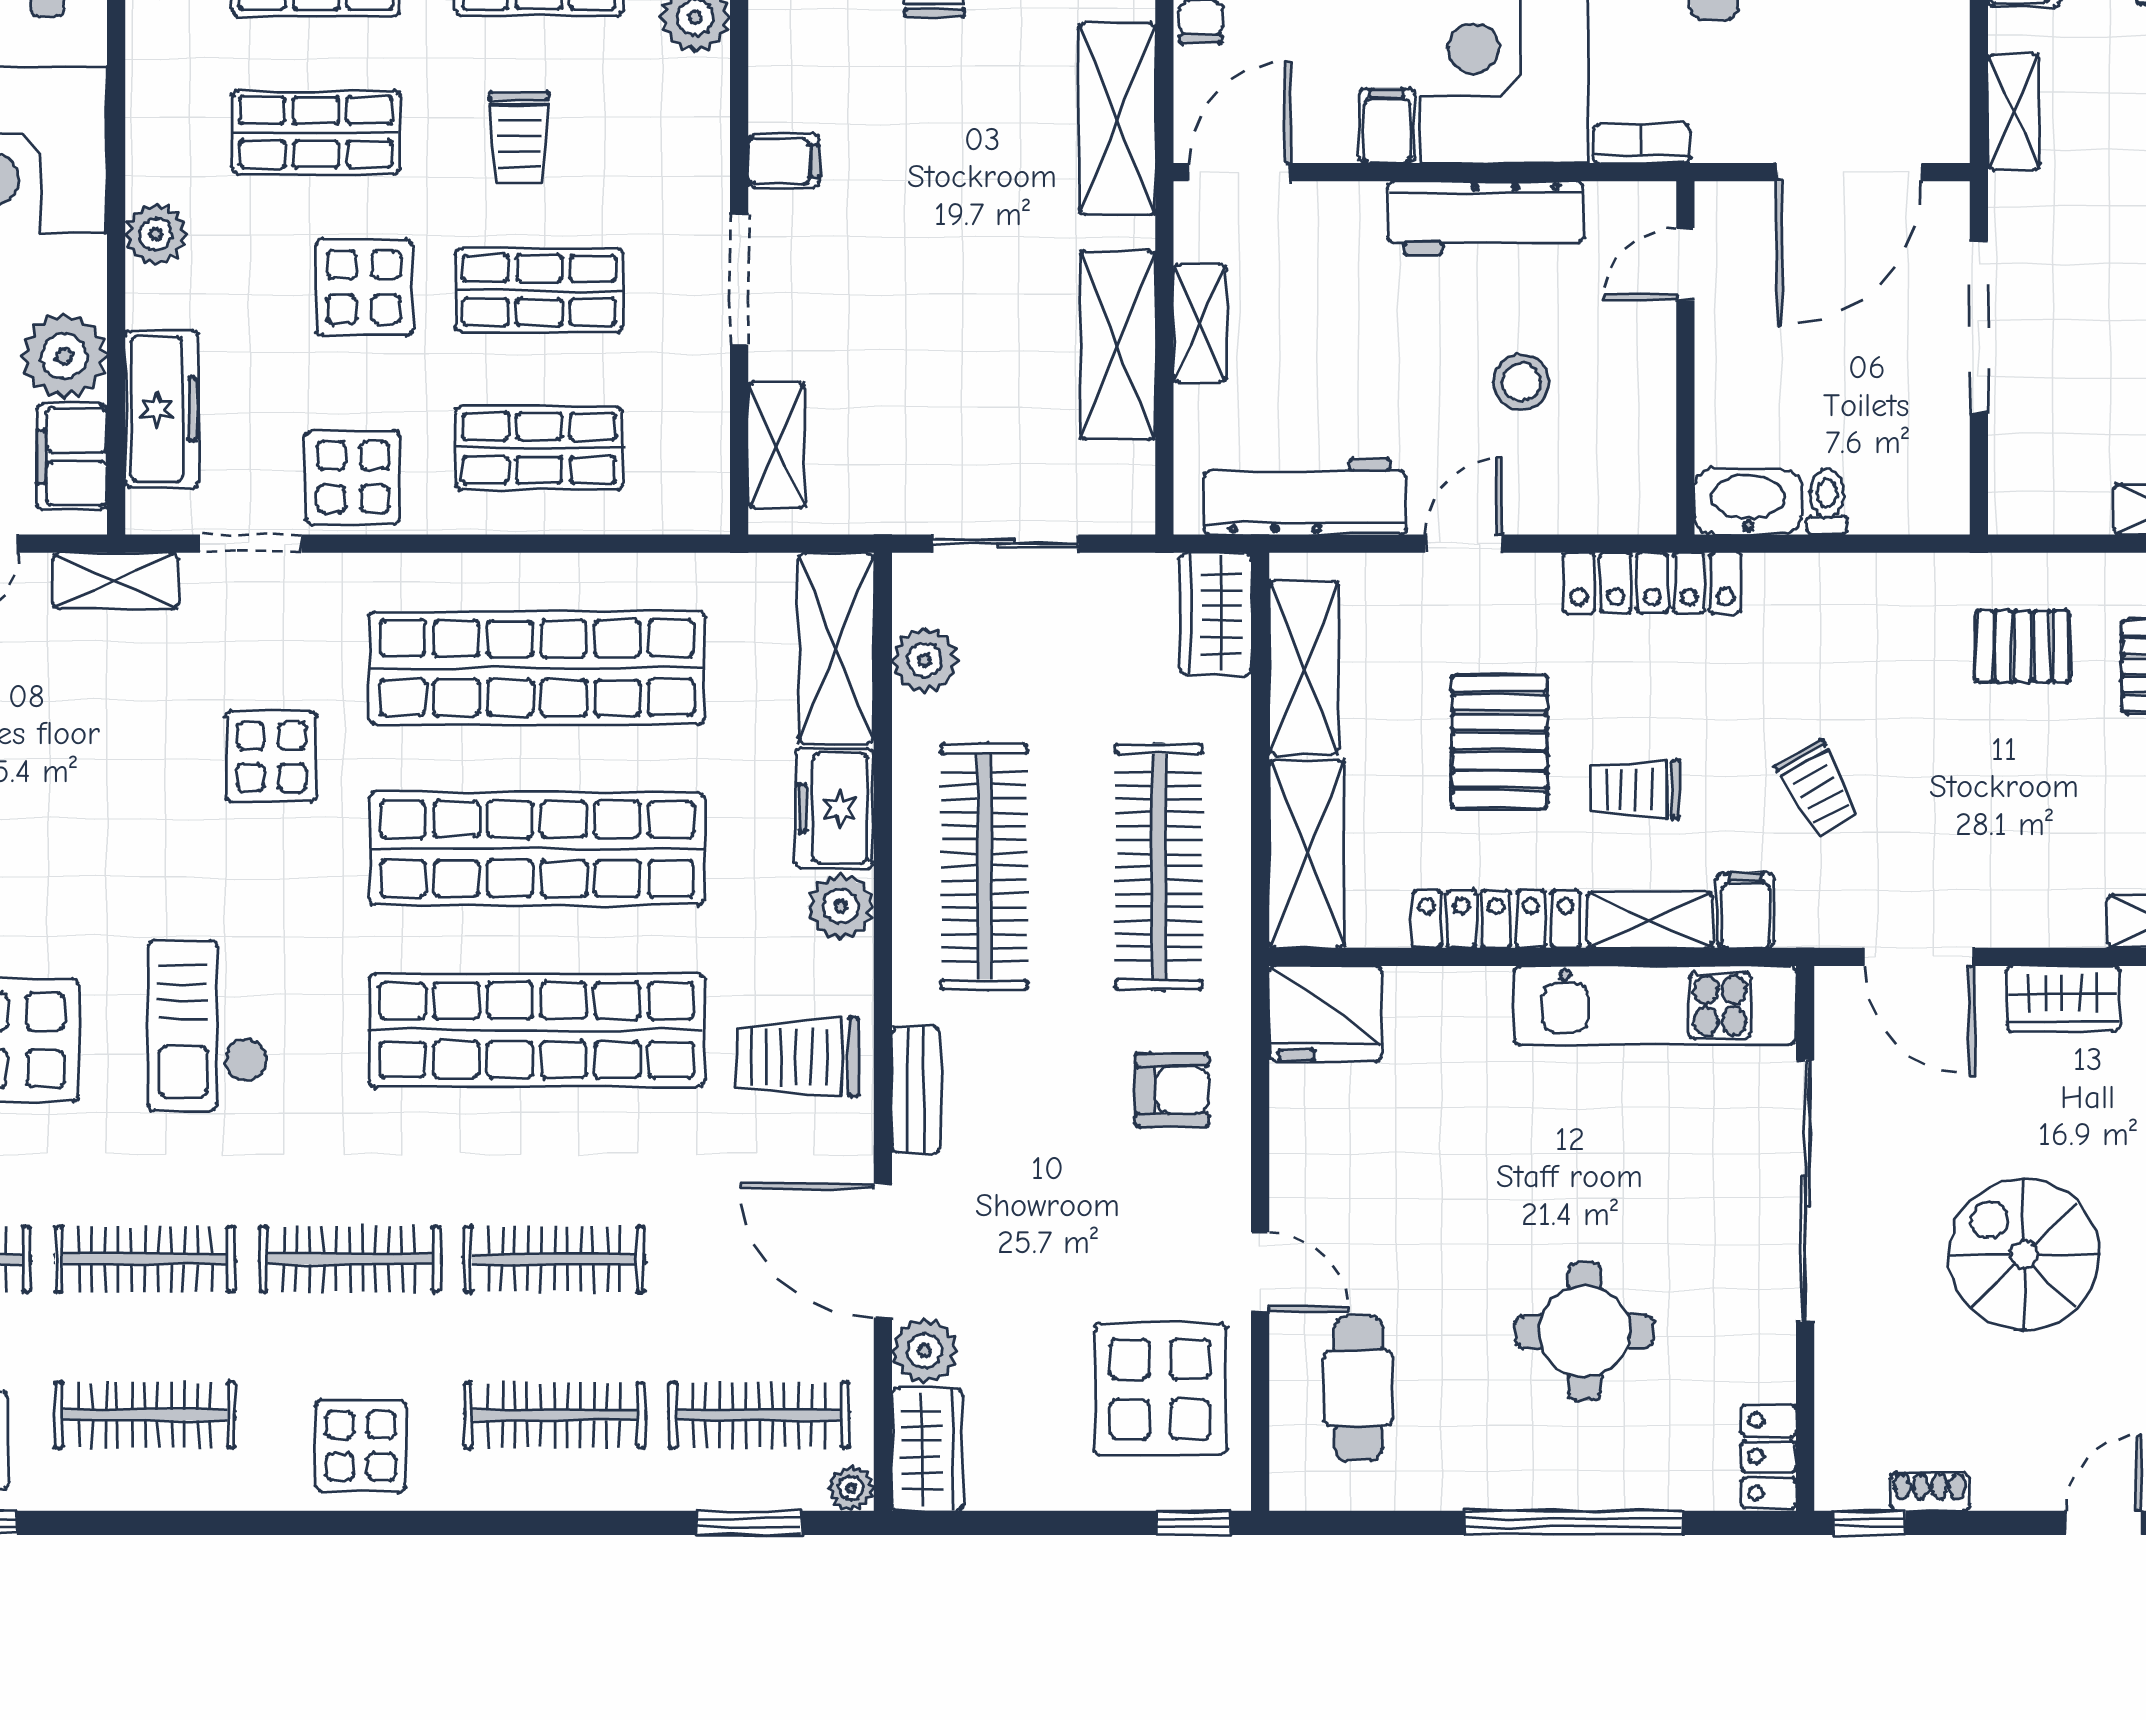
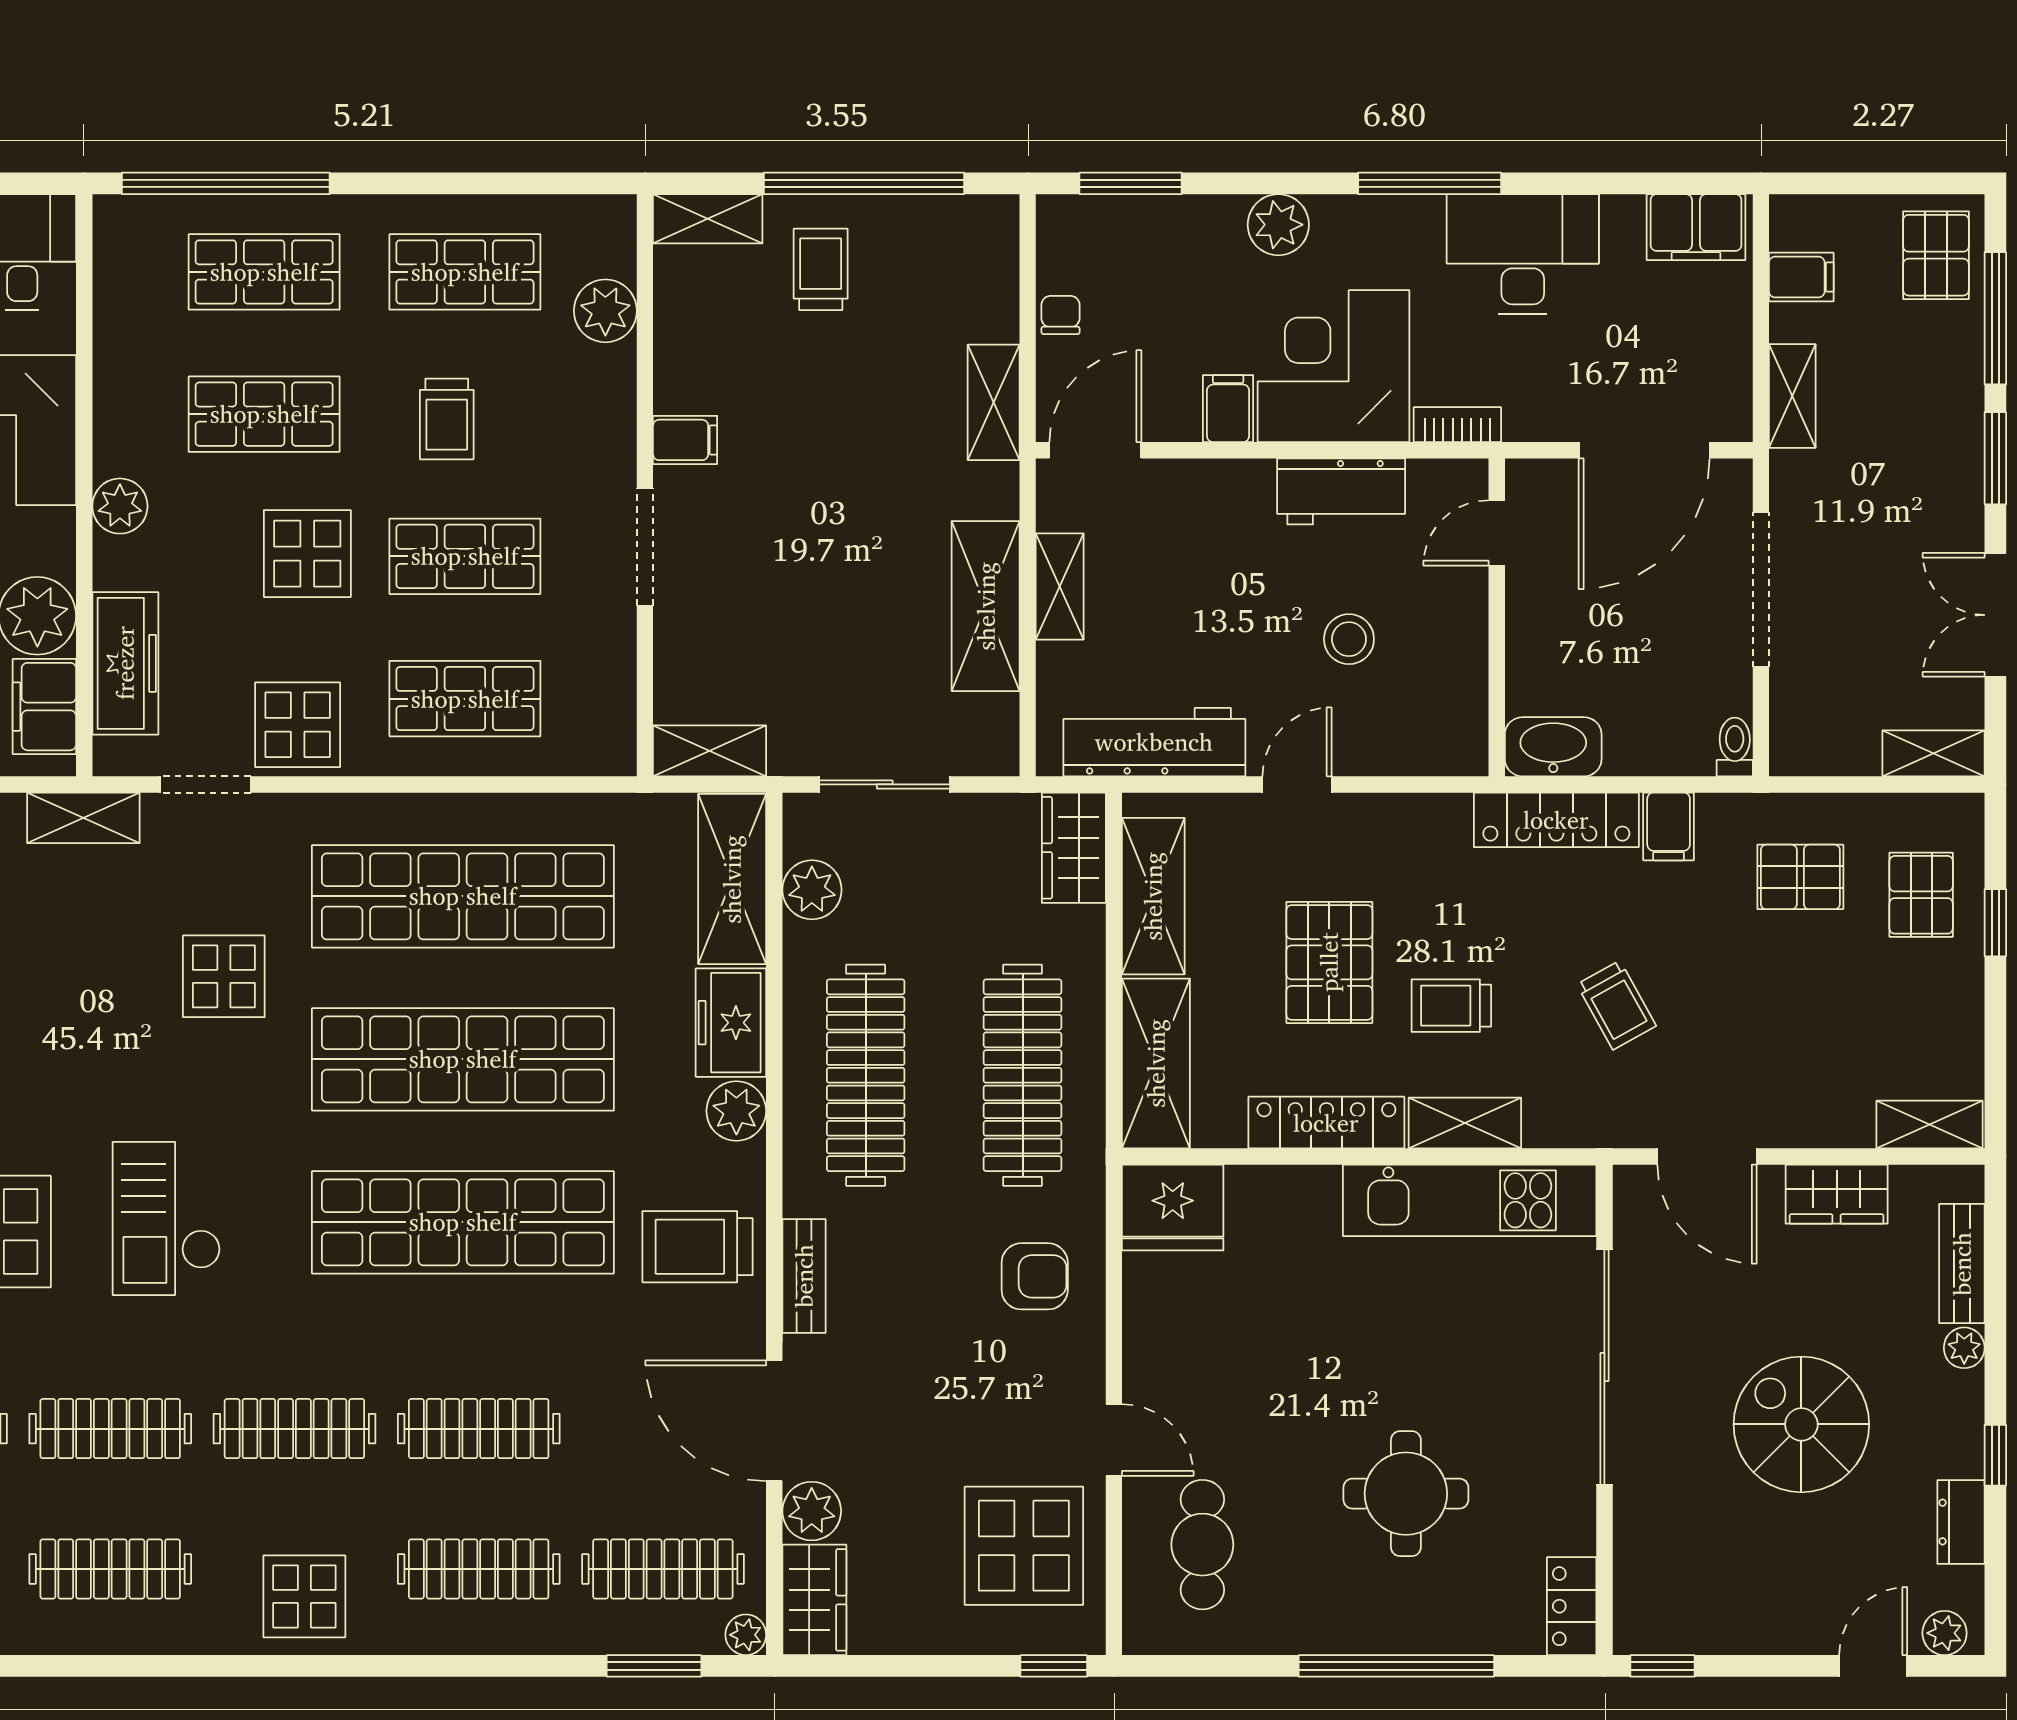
shelving: (1117, 119) -> (994, 402), width x0.67, depth x0.75
workbench: (1486, 218) -> (1341, 491), width x0.73
shelving: (776, 445) -> (710, 751), moved, turned 90
toilet: (1827, 502) -> (1735, 747), moved
locker: (1652, 583) -> (1556, 820), moved
filing cabinet: (1746, 910) -> (1669, 826), moved, turned 180
shoe rack: (1930, 1491) -> (1717, 1638), removed

